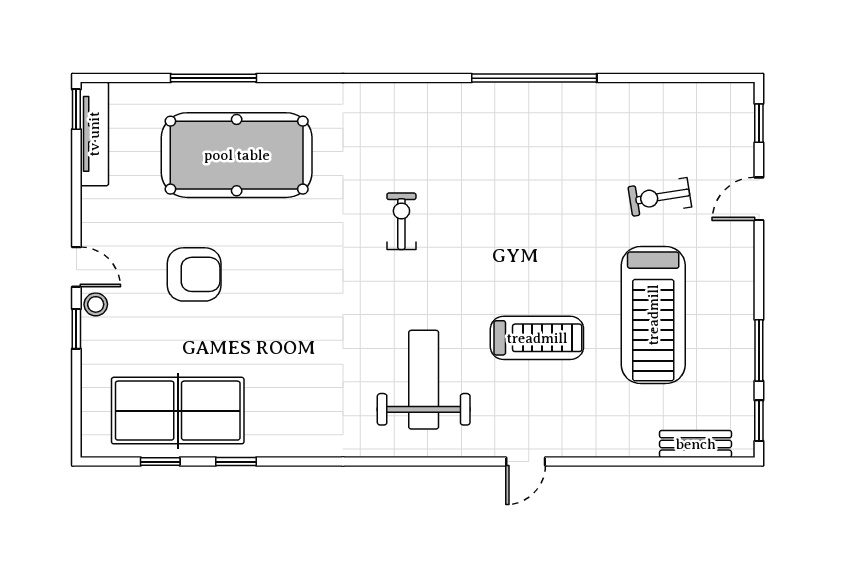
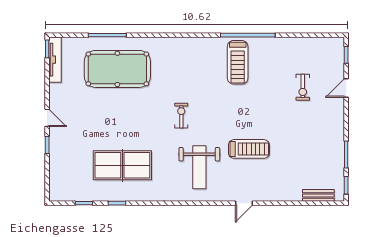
exercise bike: (660, 197) -> (303, 87), turned -81
exercise bike: (401, 221) -> (181, 116), moved
armchair: (194, 274) -> (99, 121), removed
stool: (96, 304) -> (56, 134), removed
treadmill: (653, 315) -> (238, 62), moved, width x0.73, depth x0.73
weight bench: (424, 380) -> (199, 167), turned 180
table tennis table: (178, 411) -> (122, 165), moved

